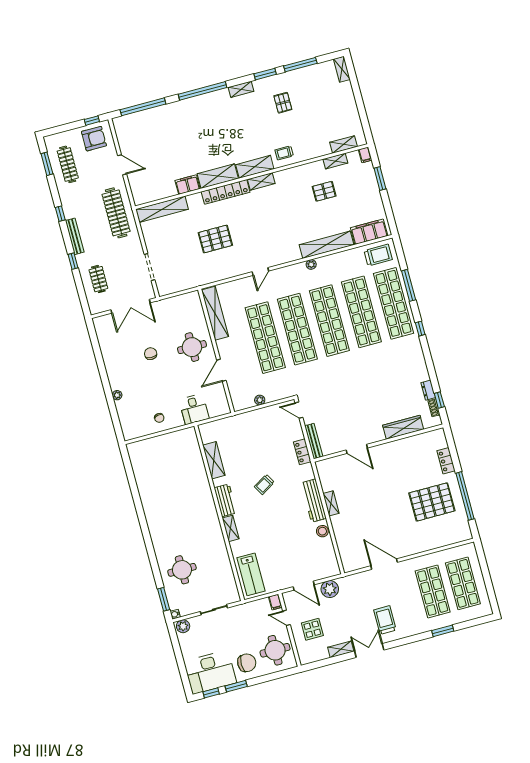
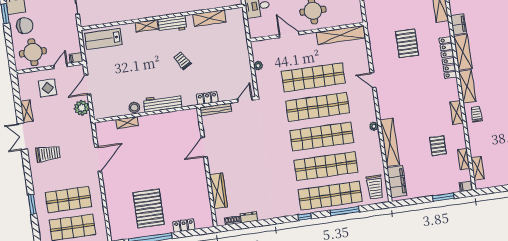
shelving: (261, 181) -> (457, 113), moved
window: (439, 400) -> (239, 226), removed
shelving: (331, 503) -> (127, 123), moved
double door: (369, 651) -> (23, 136), swing flipped
chair: (247, 663) -> (25, 26), turned -90

